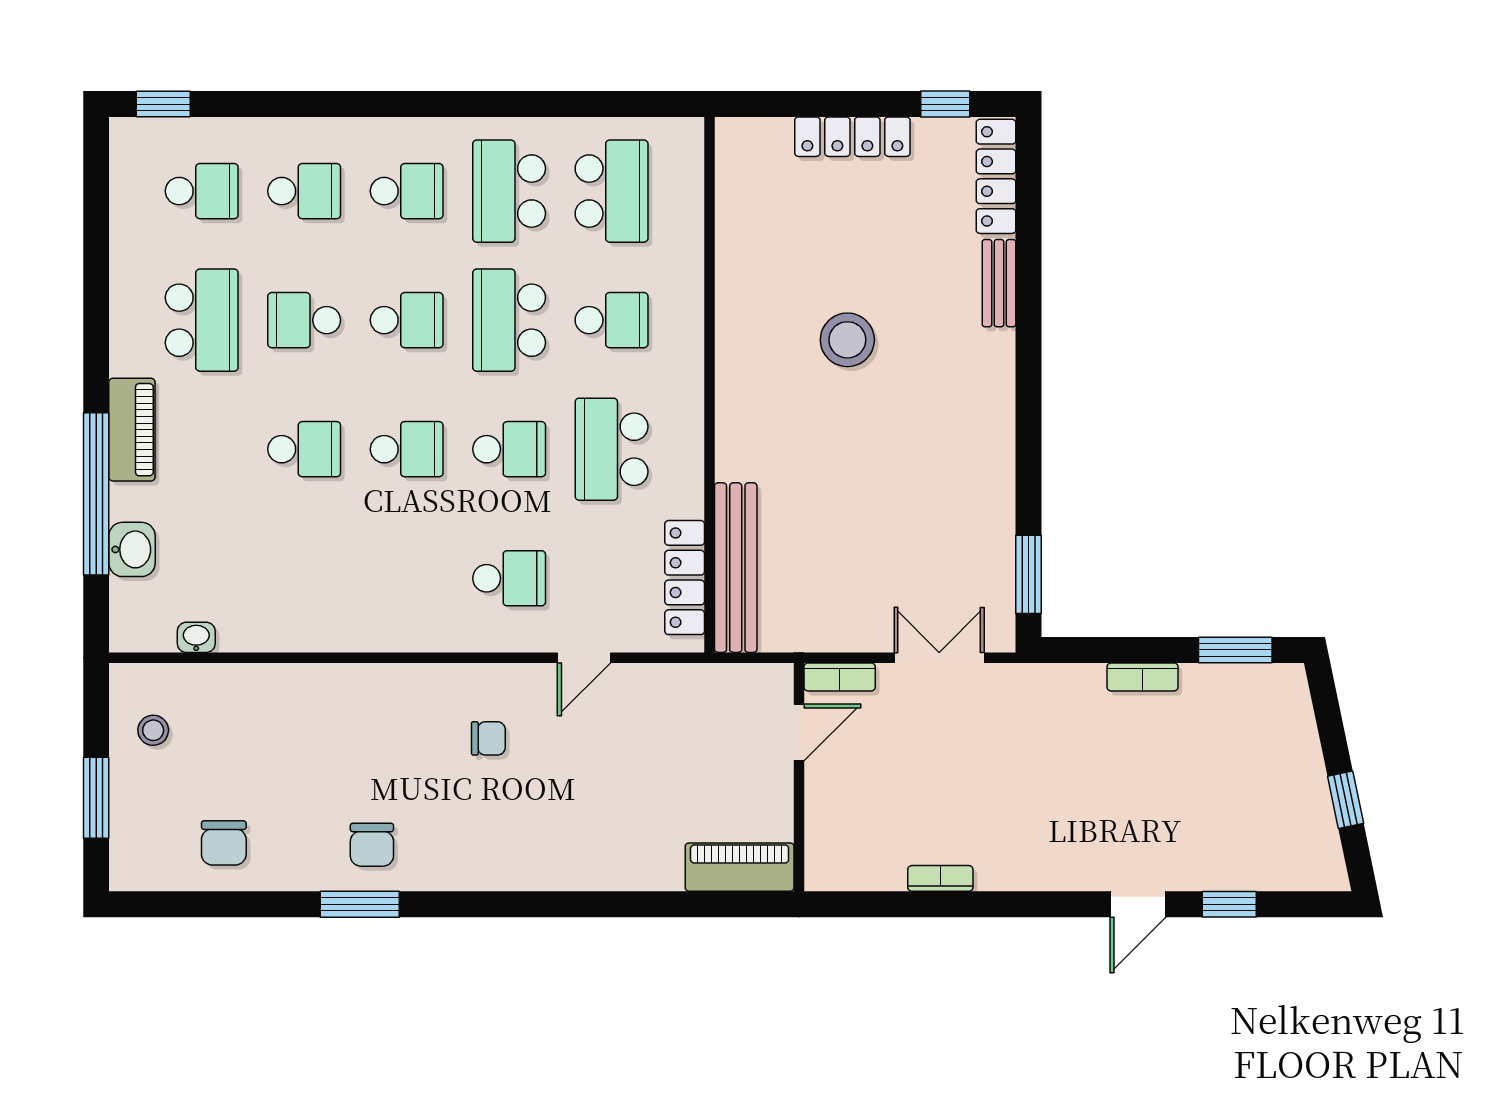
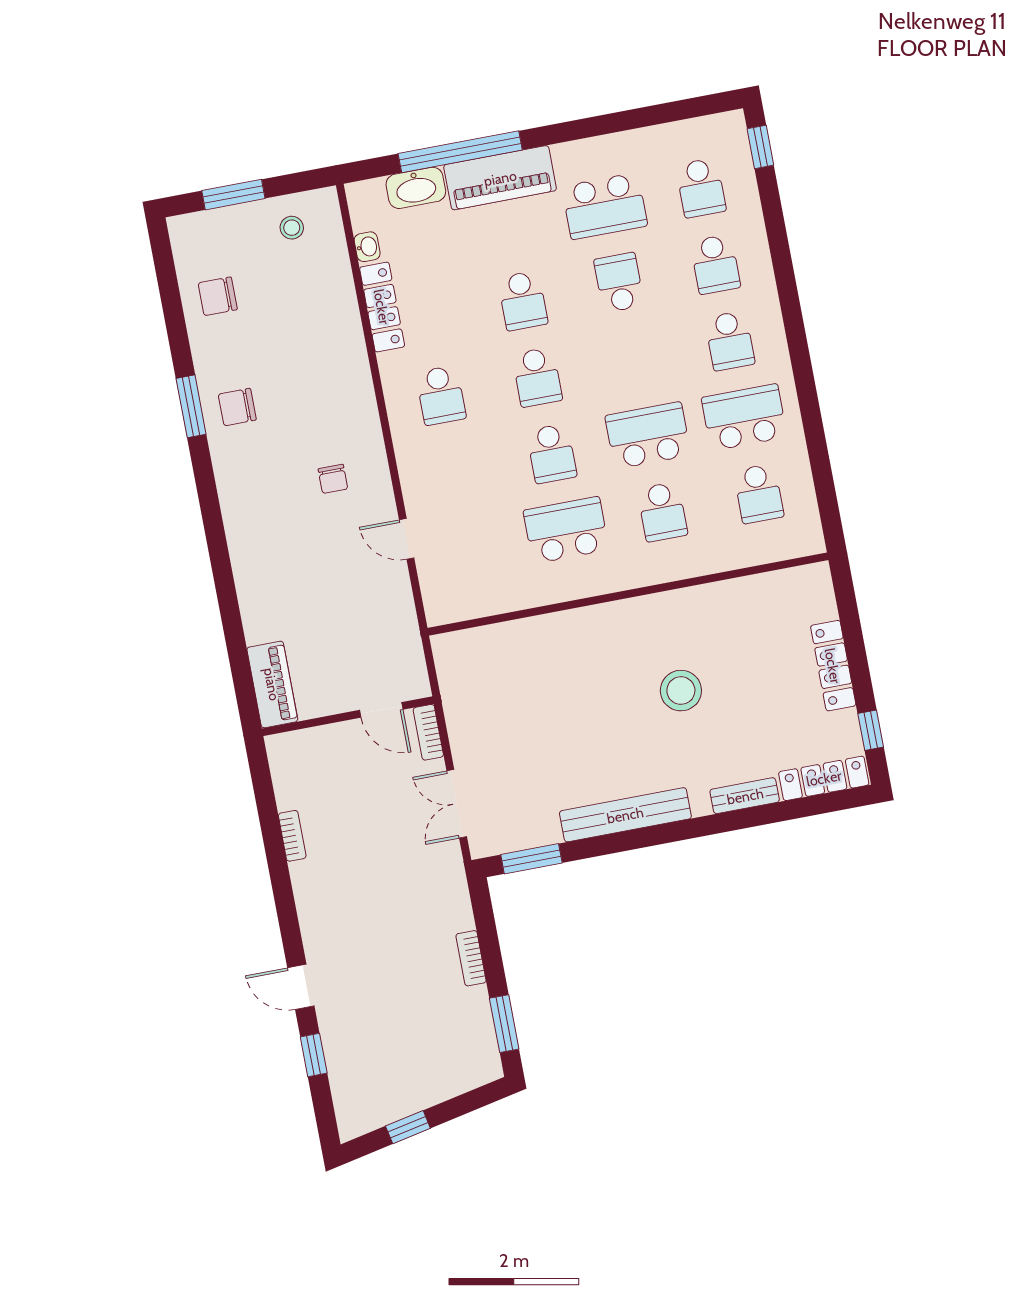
school desk: (612, 191) -> (759, 494), width x0.54
school desk: (407, 320) -> (633, 359), removed
piano: (132, 430) -> (500, 178), width x1.37, depth x1.33
washbasin: (132, 549) -> (416, 188), width x1.38
bench: (736, 568) -> (625, 815), moved
school desk: (509, 578) -> (441, 395), moved
locker: (685, 578) -> (382, 307), moved, turned 90
double door: (939, 658) -> (457, 804), swing flipped

